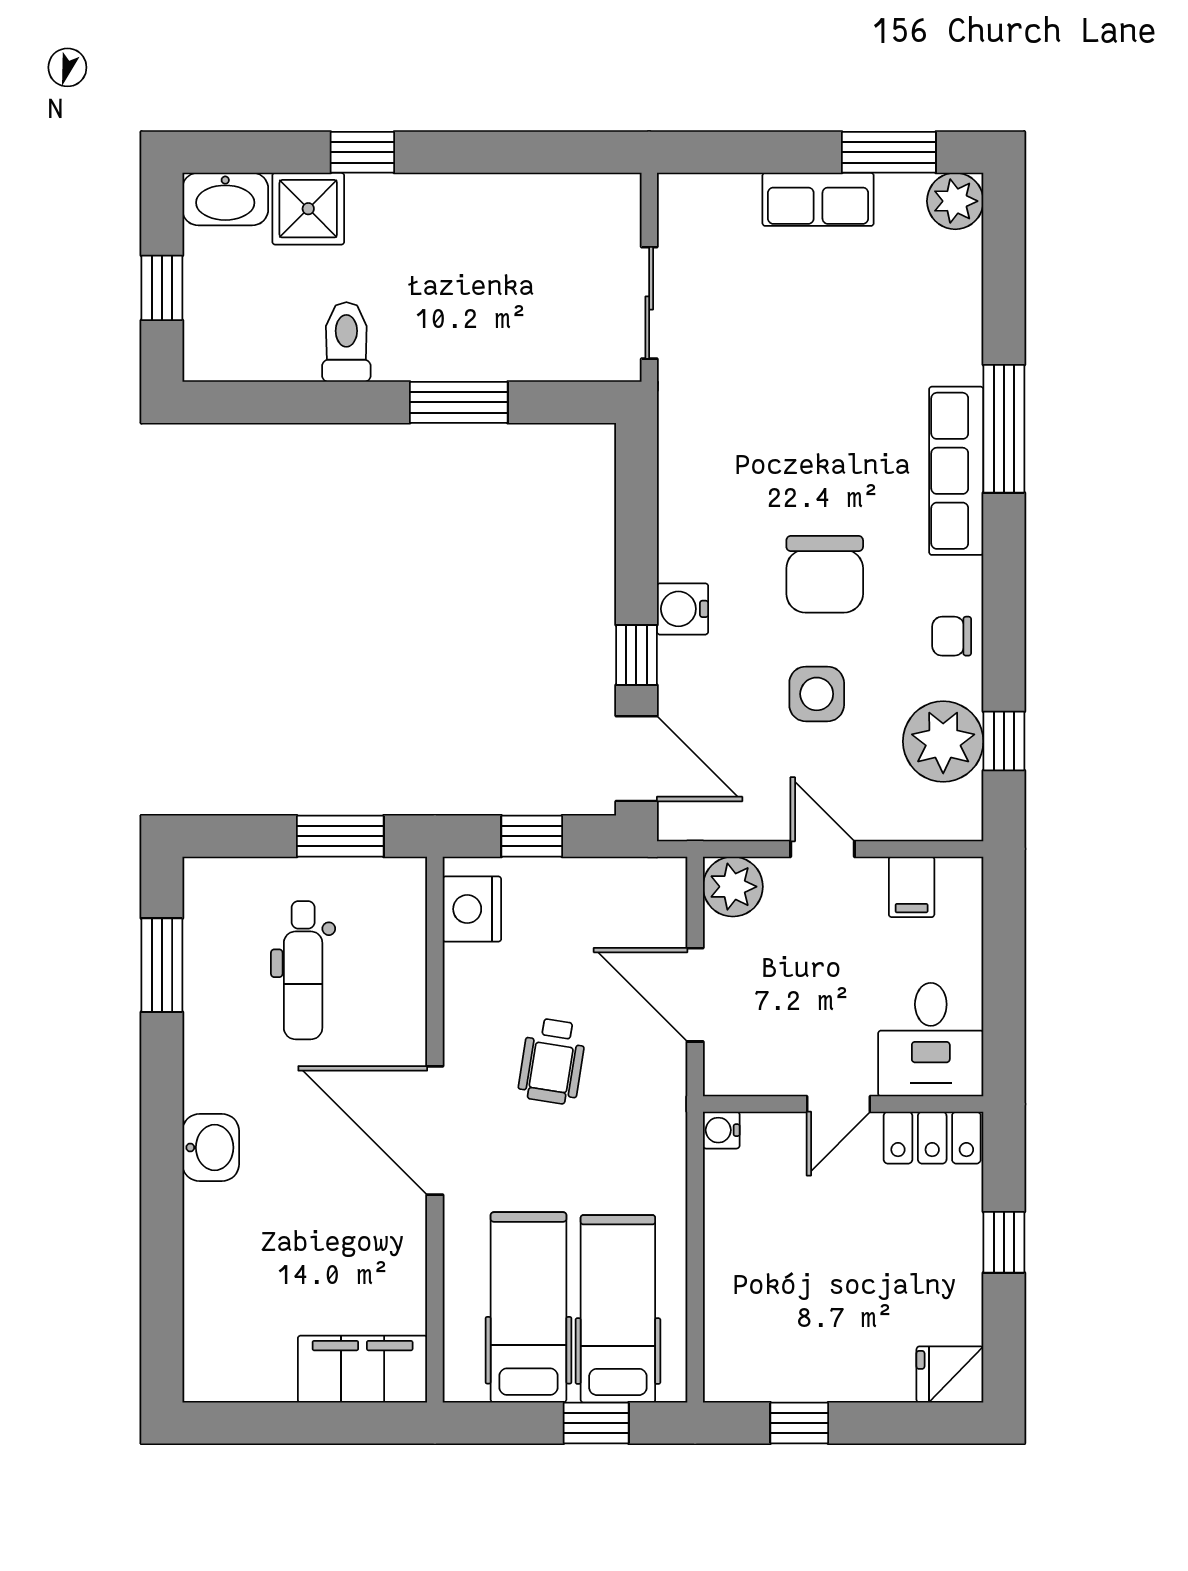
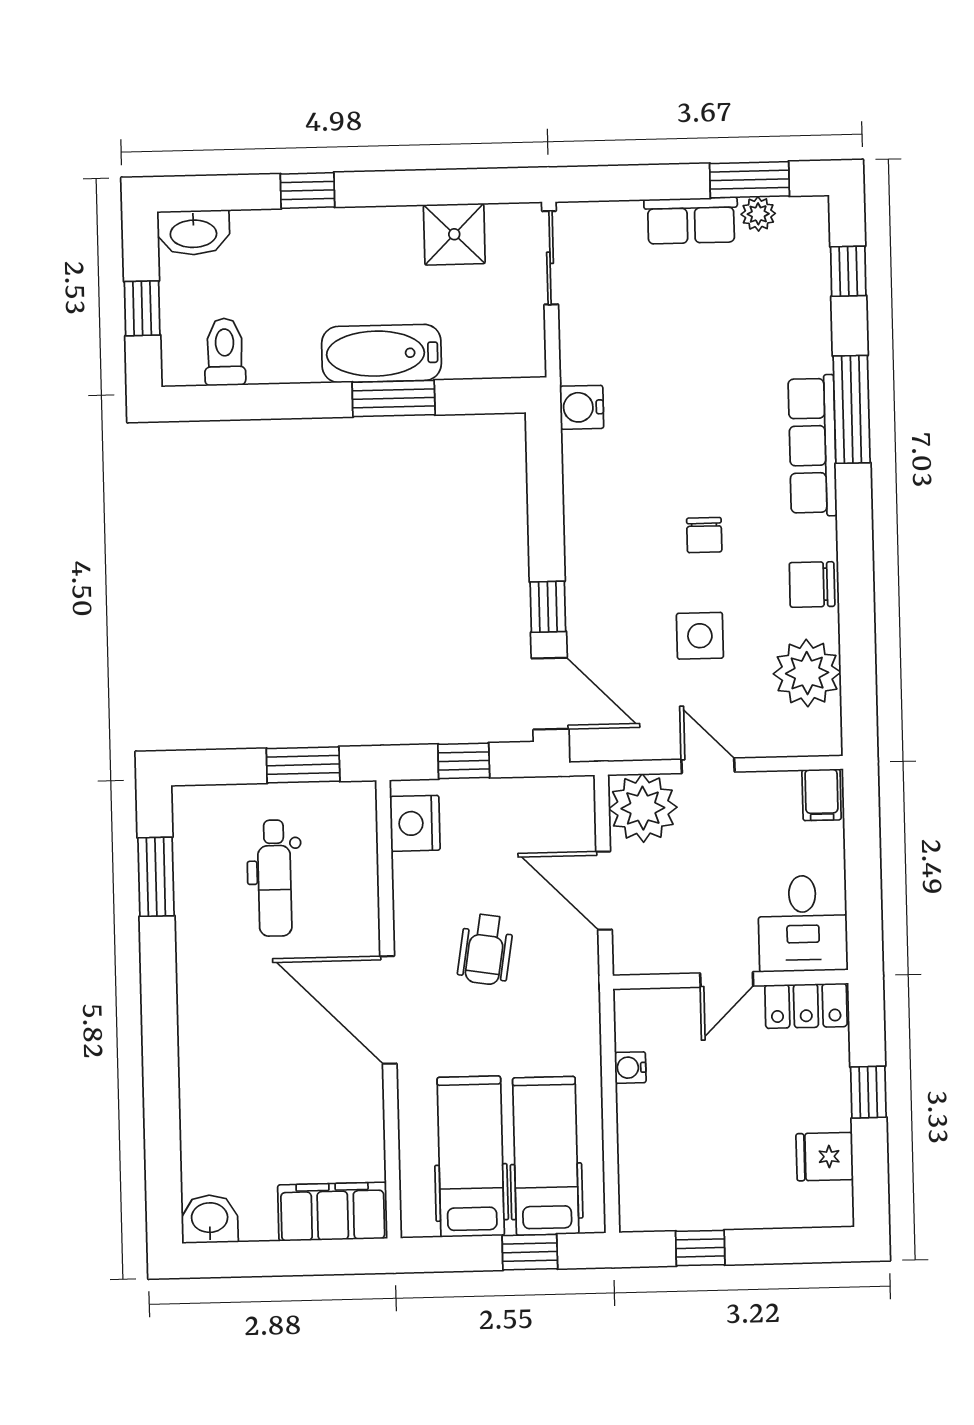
plant: (955, 201) -> (758, 214), moved, width x0.73, depth x0.73
shower: (308, 209) -> (454, 234), moved
sliding door: (649, 303) -> (550, 258), moved
toilet: (346, 342) -> (225, 352), moved
bathtub: (446, 349) -> (381, 353), added
chair: (825, 574) -> (704, 535), width x0.54, depth x0.54
water cooler: (683, 609) -> (582, 407), moved
chair: (952, 636) -> (812, 584), width x1.37, depth x1.37
window: (1004, 741) -> (848, 271), moved
plant: (733, 887) -> (643, 808), width x1.36, depth x1.36
filing cabinet: (912, 887) -> (822, 795), moved
water cooler: (721, 1130) -> (630, 1068), moved
washbasin: (211, 1148) -> (210, 1219), moved, turned -90
fridge: (950, 1375) -> (825, 1157), moved

